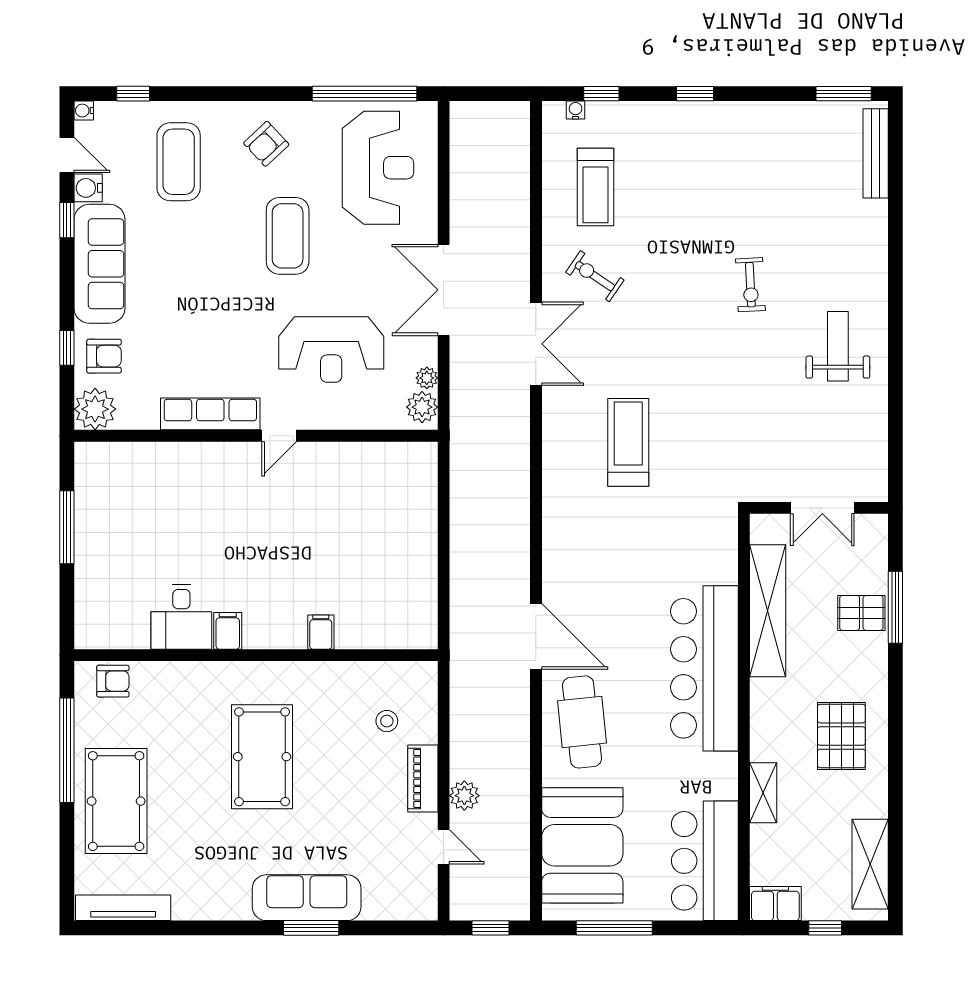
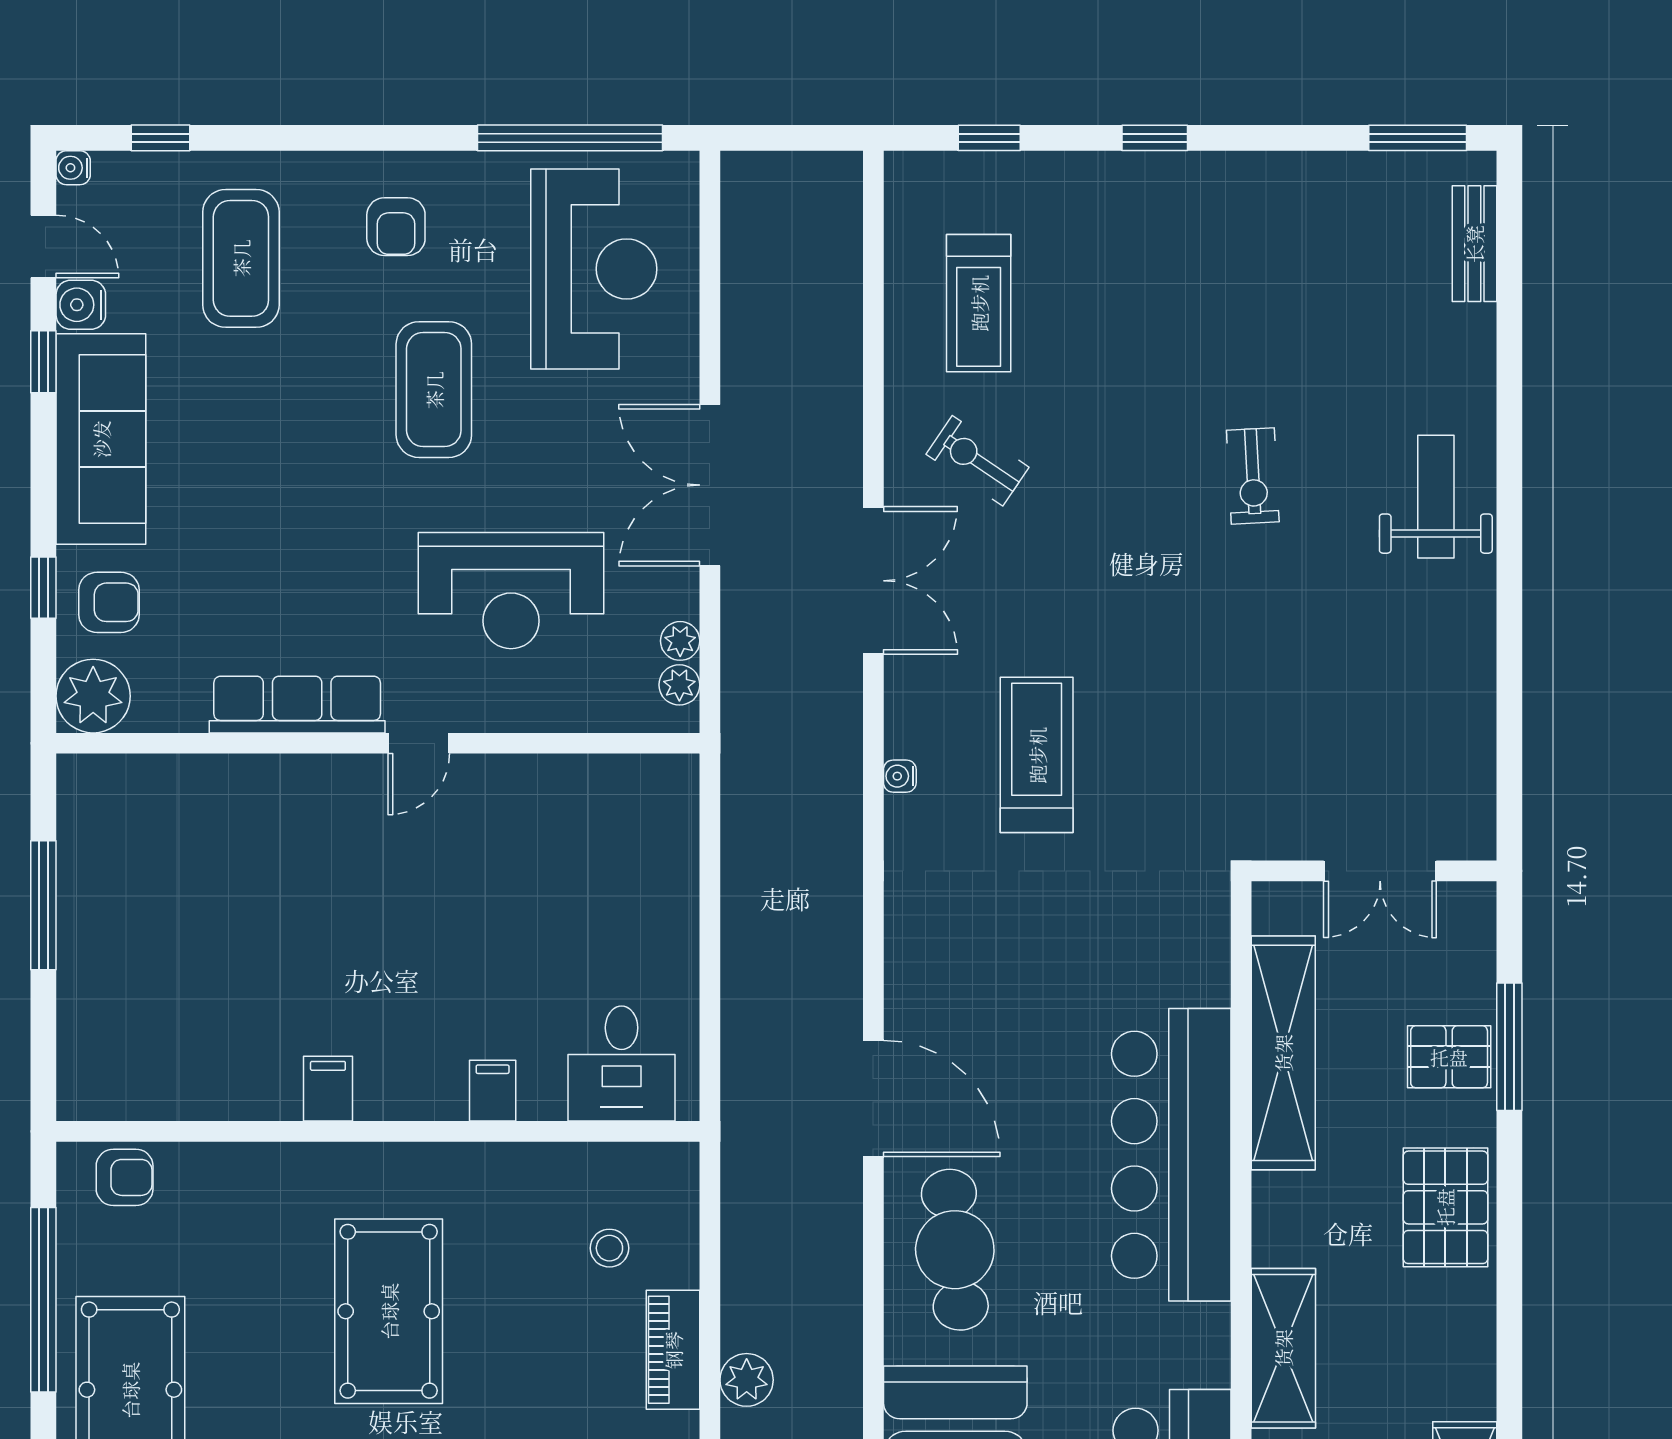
water cooler: (575, 110) -> (900, 776), moved, turned -90
armchair: (266, 144) -> (396, 227), turned -47
bench: (876, 153) -> (1474, 244), width x0.73
weight bench: (838, 346) -> (1436, 497), moved
plant: (422, 407) -> (679, 685), width x0.73, depth x0.73
desk: (181, 617) -> (622, 1064), moved
pallet: (841, 736) -> (1445, 1207), moved
shelving: (763, 793) -> (1283, 1348), width x1.50, depth x1.33

